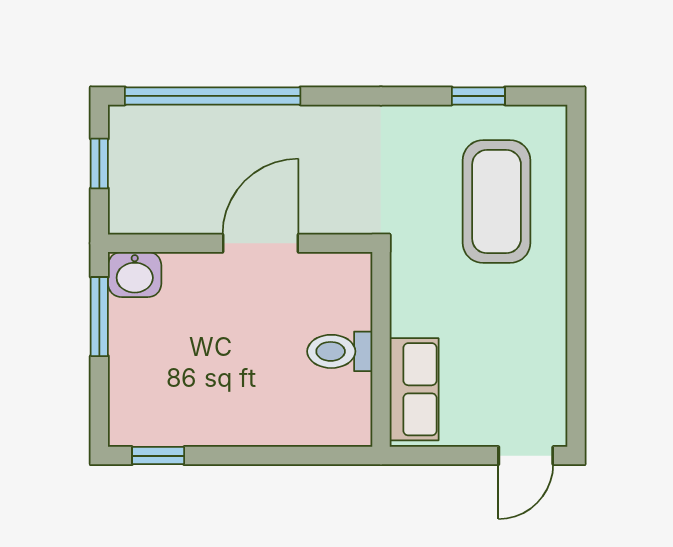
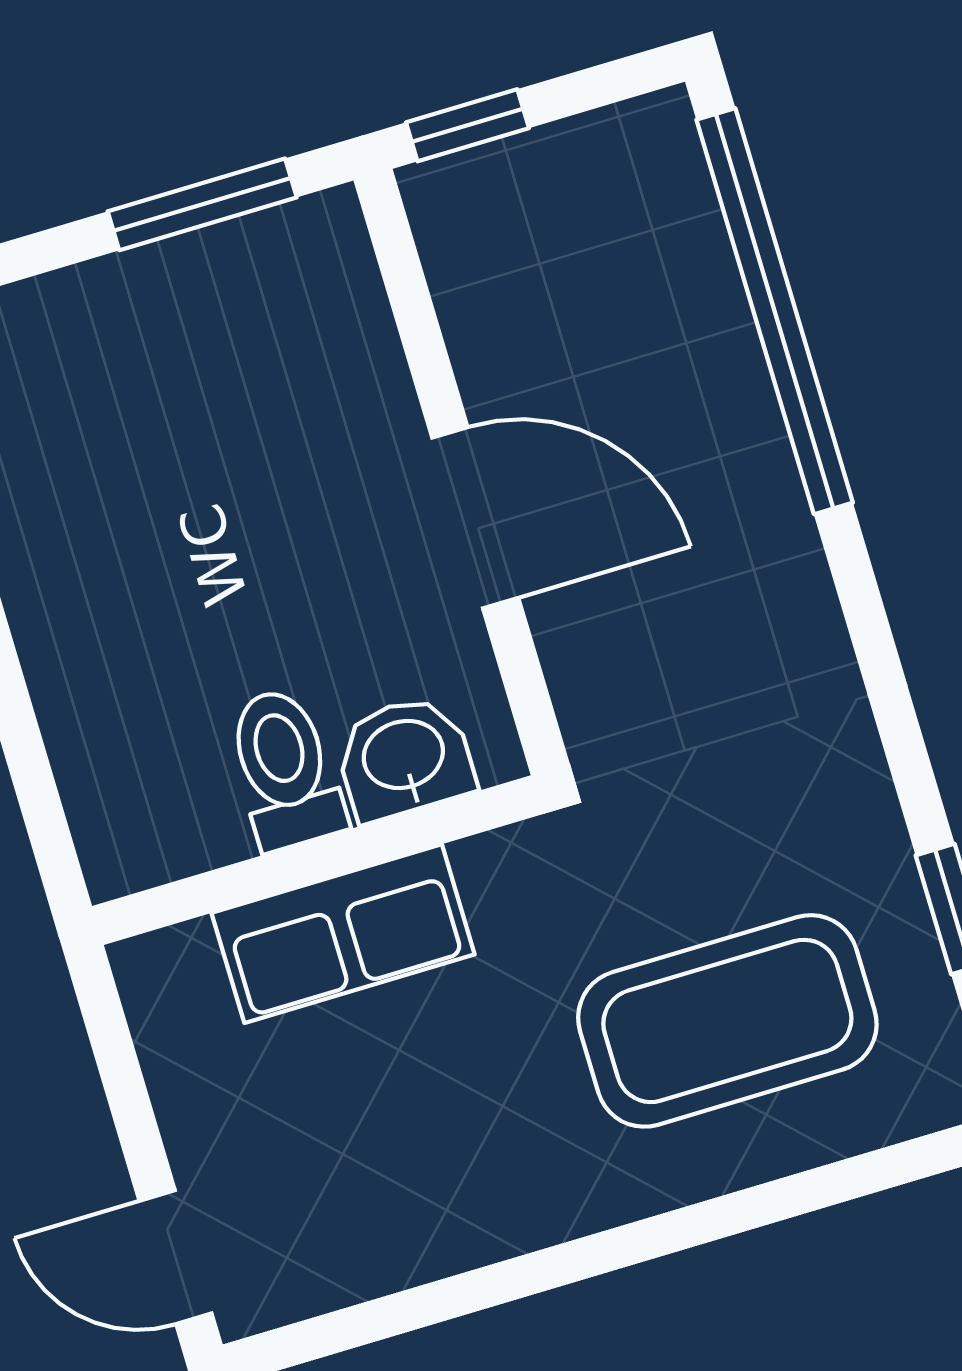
window: (99, 163) -> (467, 125), moved
washbasin: (135, 275) -> (404, 758), moved, turned 90
row of seats: (414, 389) -> (343, 934), moved

